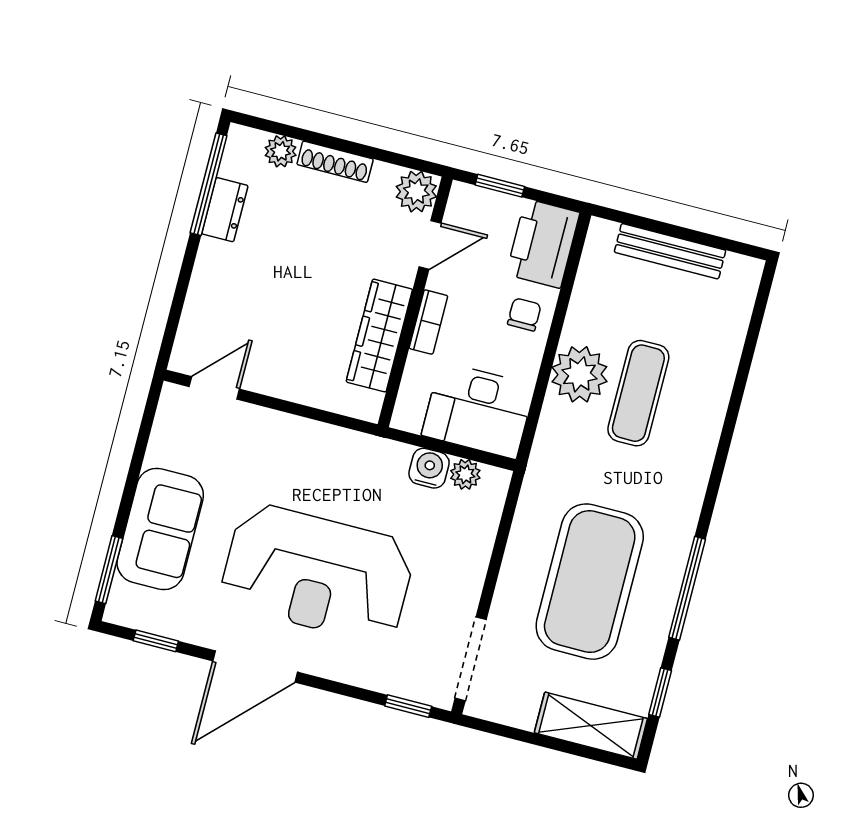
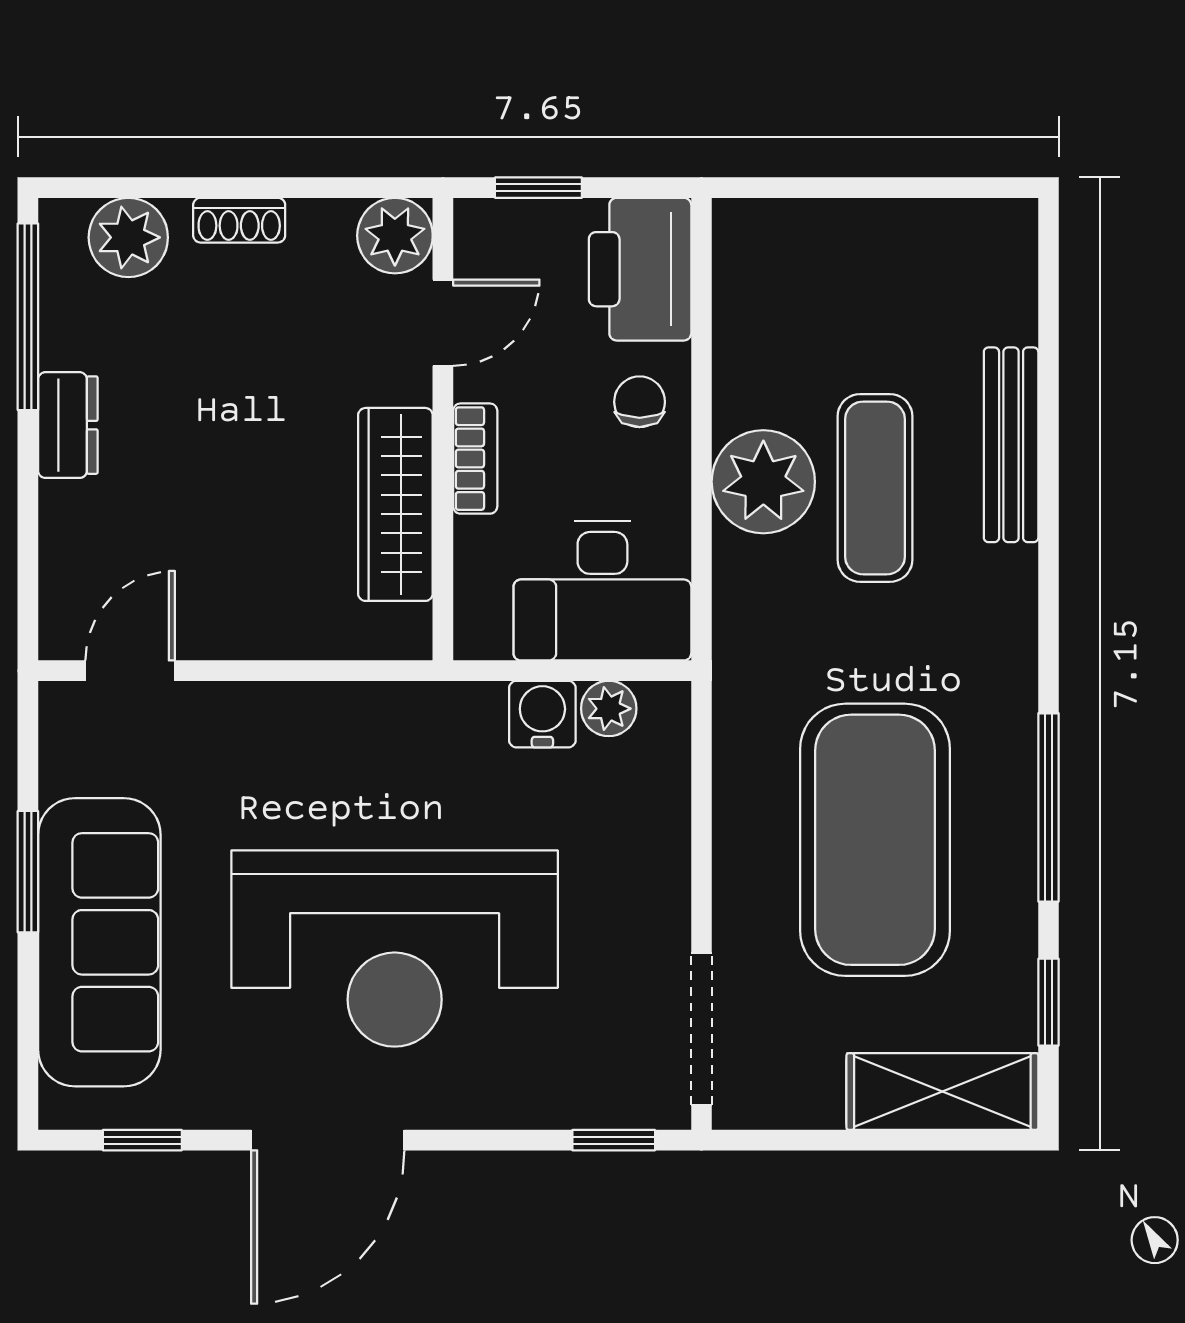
plant: (281, 151) -> (128, 237), width x1.38, depth x1.38
shoe rack: (335, 162) -> (239, 220), width x0.70
dresser: (225, 210) -> (68, 425), moved
bench: (670, 251) -> (1011, 445), moved, turned 90
sofa: (160, 529) -> (99, 942), width x1.36
window: (109, 570) -> (28, 872), moved

